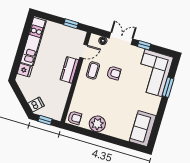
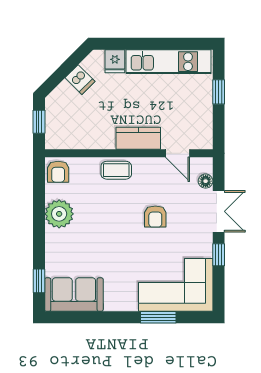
window: (71, 24) -> (219, 92), moved
coffee table: (93, 70) -> (116, 170), moved
dishwasher: (36, 104) -> (80, 80), moved
window: (130, 145) -> (39, 281), added

